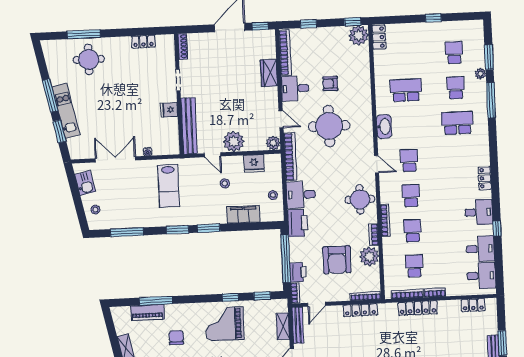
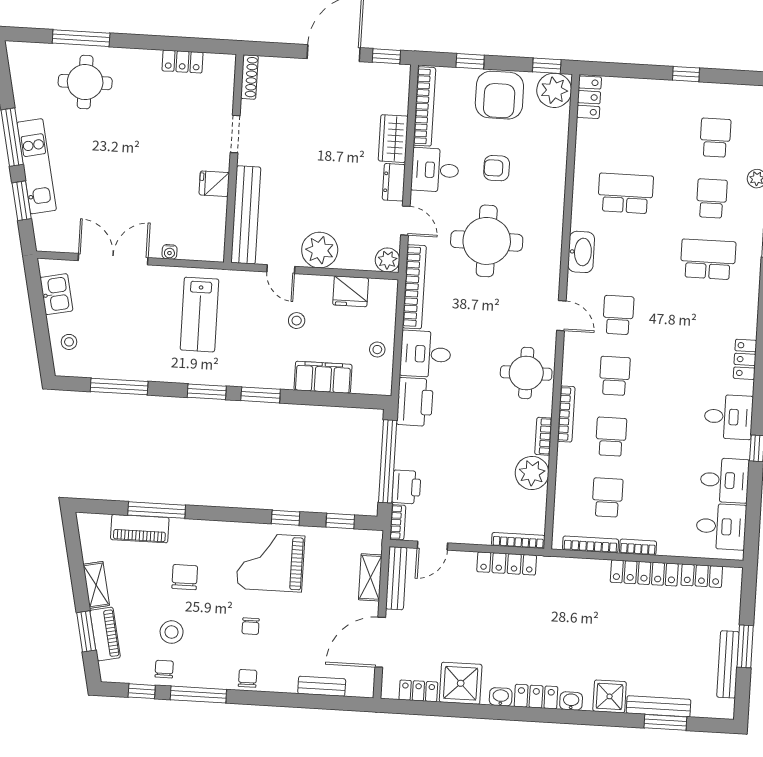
dresser: (272, 98) -> (394, 182), added
armchair: (337, 260) -> (499, 95), moved
locker: (418, 308) -> (644, 573), moved

